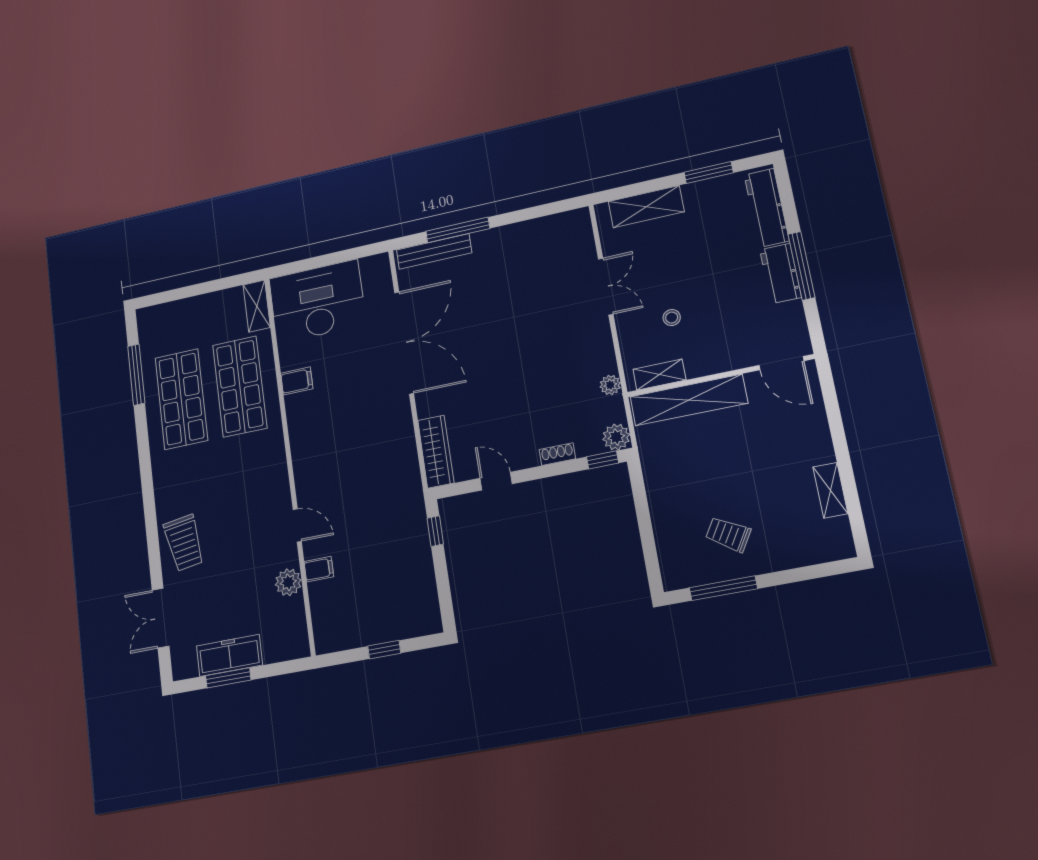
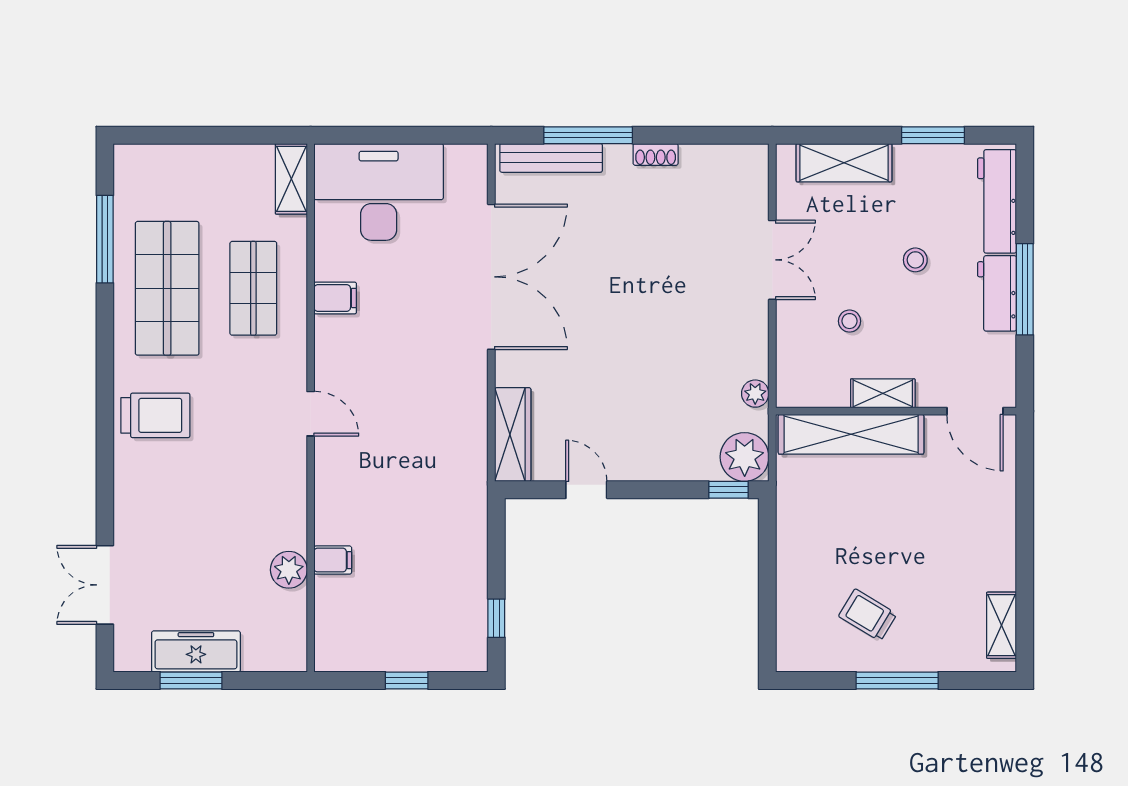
stool: (713, 263) -> (915, 260), added
shelving: (659, 375) -> (883, 393), moved
shop shelf: (240, 386) -> (253, 288), width x0.70, depth x0.74
plant: (616, 437) -> (745, 457), width x1.36, depth x1.36
shoe rack: (557, 454) -> (656, 154), moved, turned 180
shelving: (830, 490) -> (1002, 625), moved
door: (297, 525) -> (311, 414), moved
window: (435, 531) -> (496, 618), moved
trolley: (184, 543) -> (155, 415), moved, turned -81
window: (723, 588) -> (897, 680), moved

